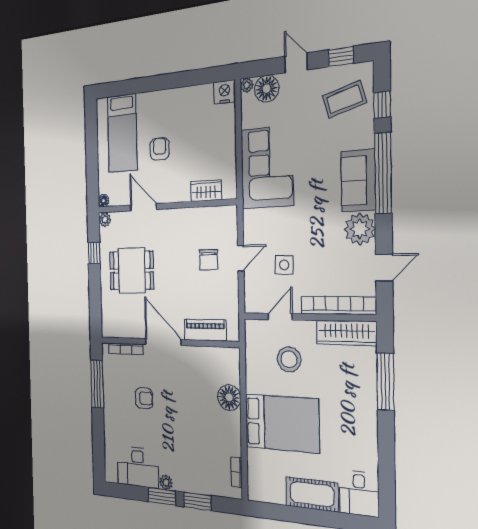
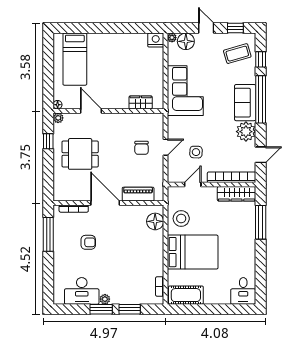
armchair: (160, 149) -> (105, 72), removed
stool: (289, 359) -> (181, 219), moved
floor lamp: (229, 397) -> (155, 221), moved
cot: (312, 494) -> (186, 295), moved

